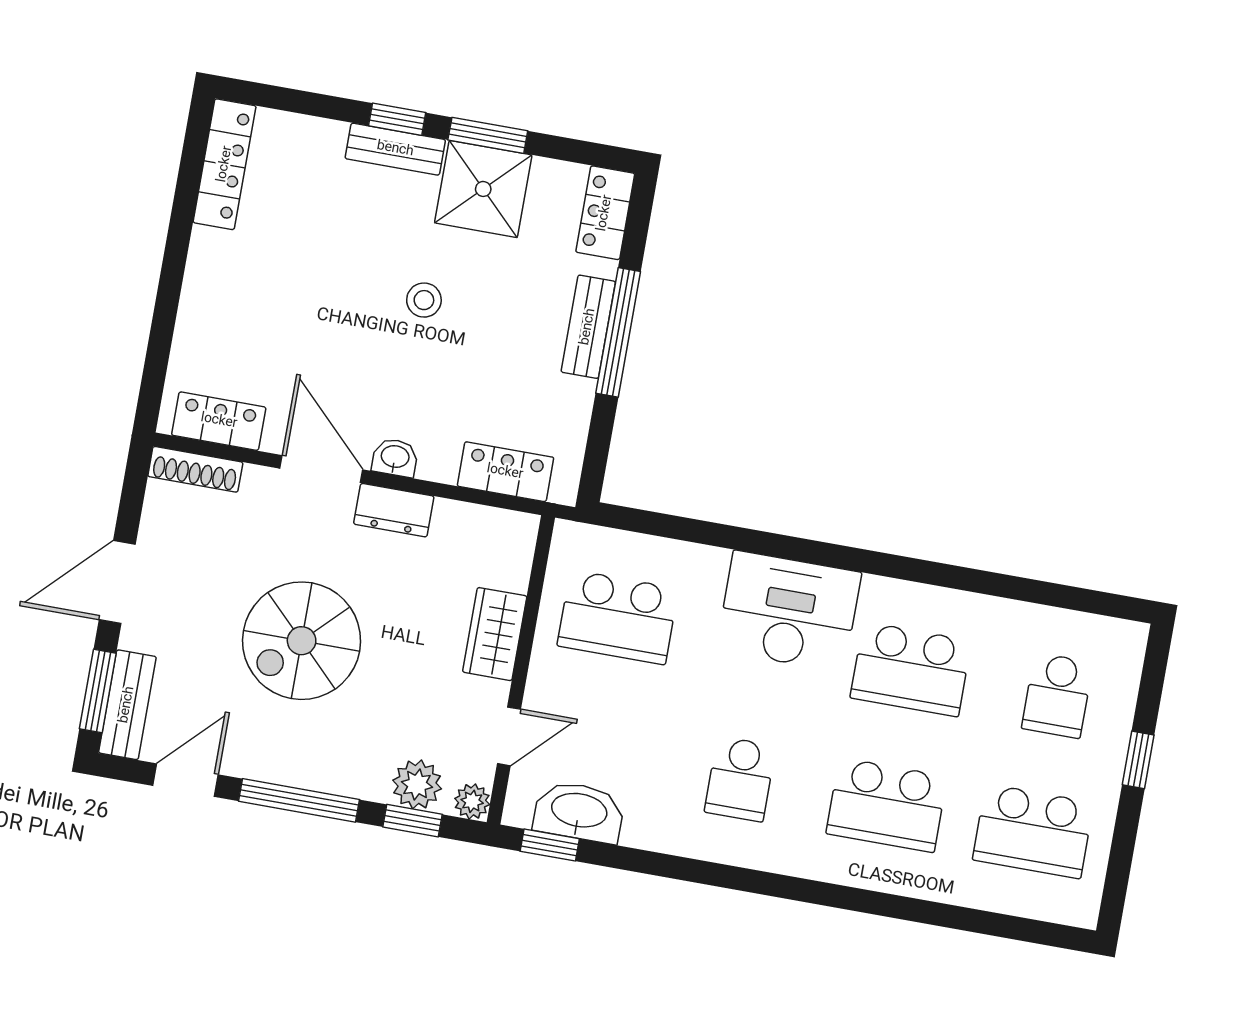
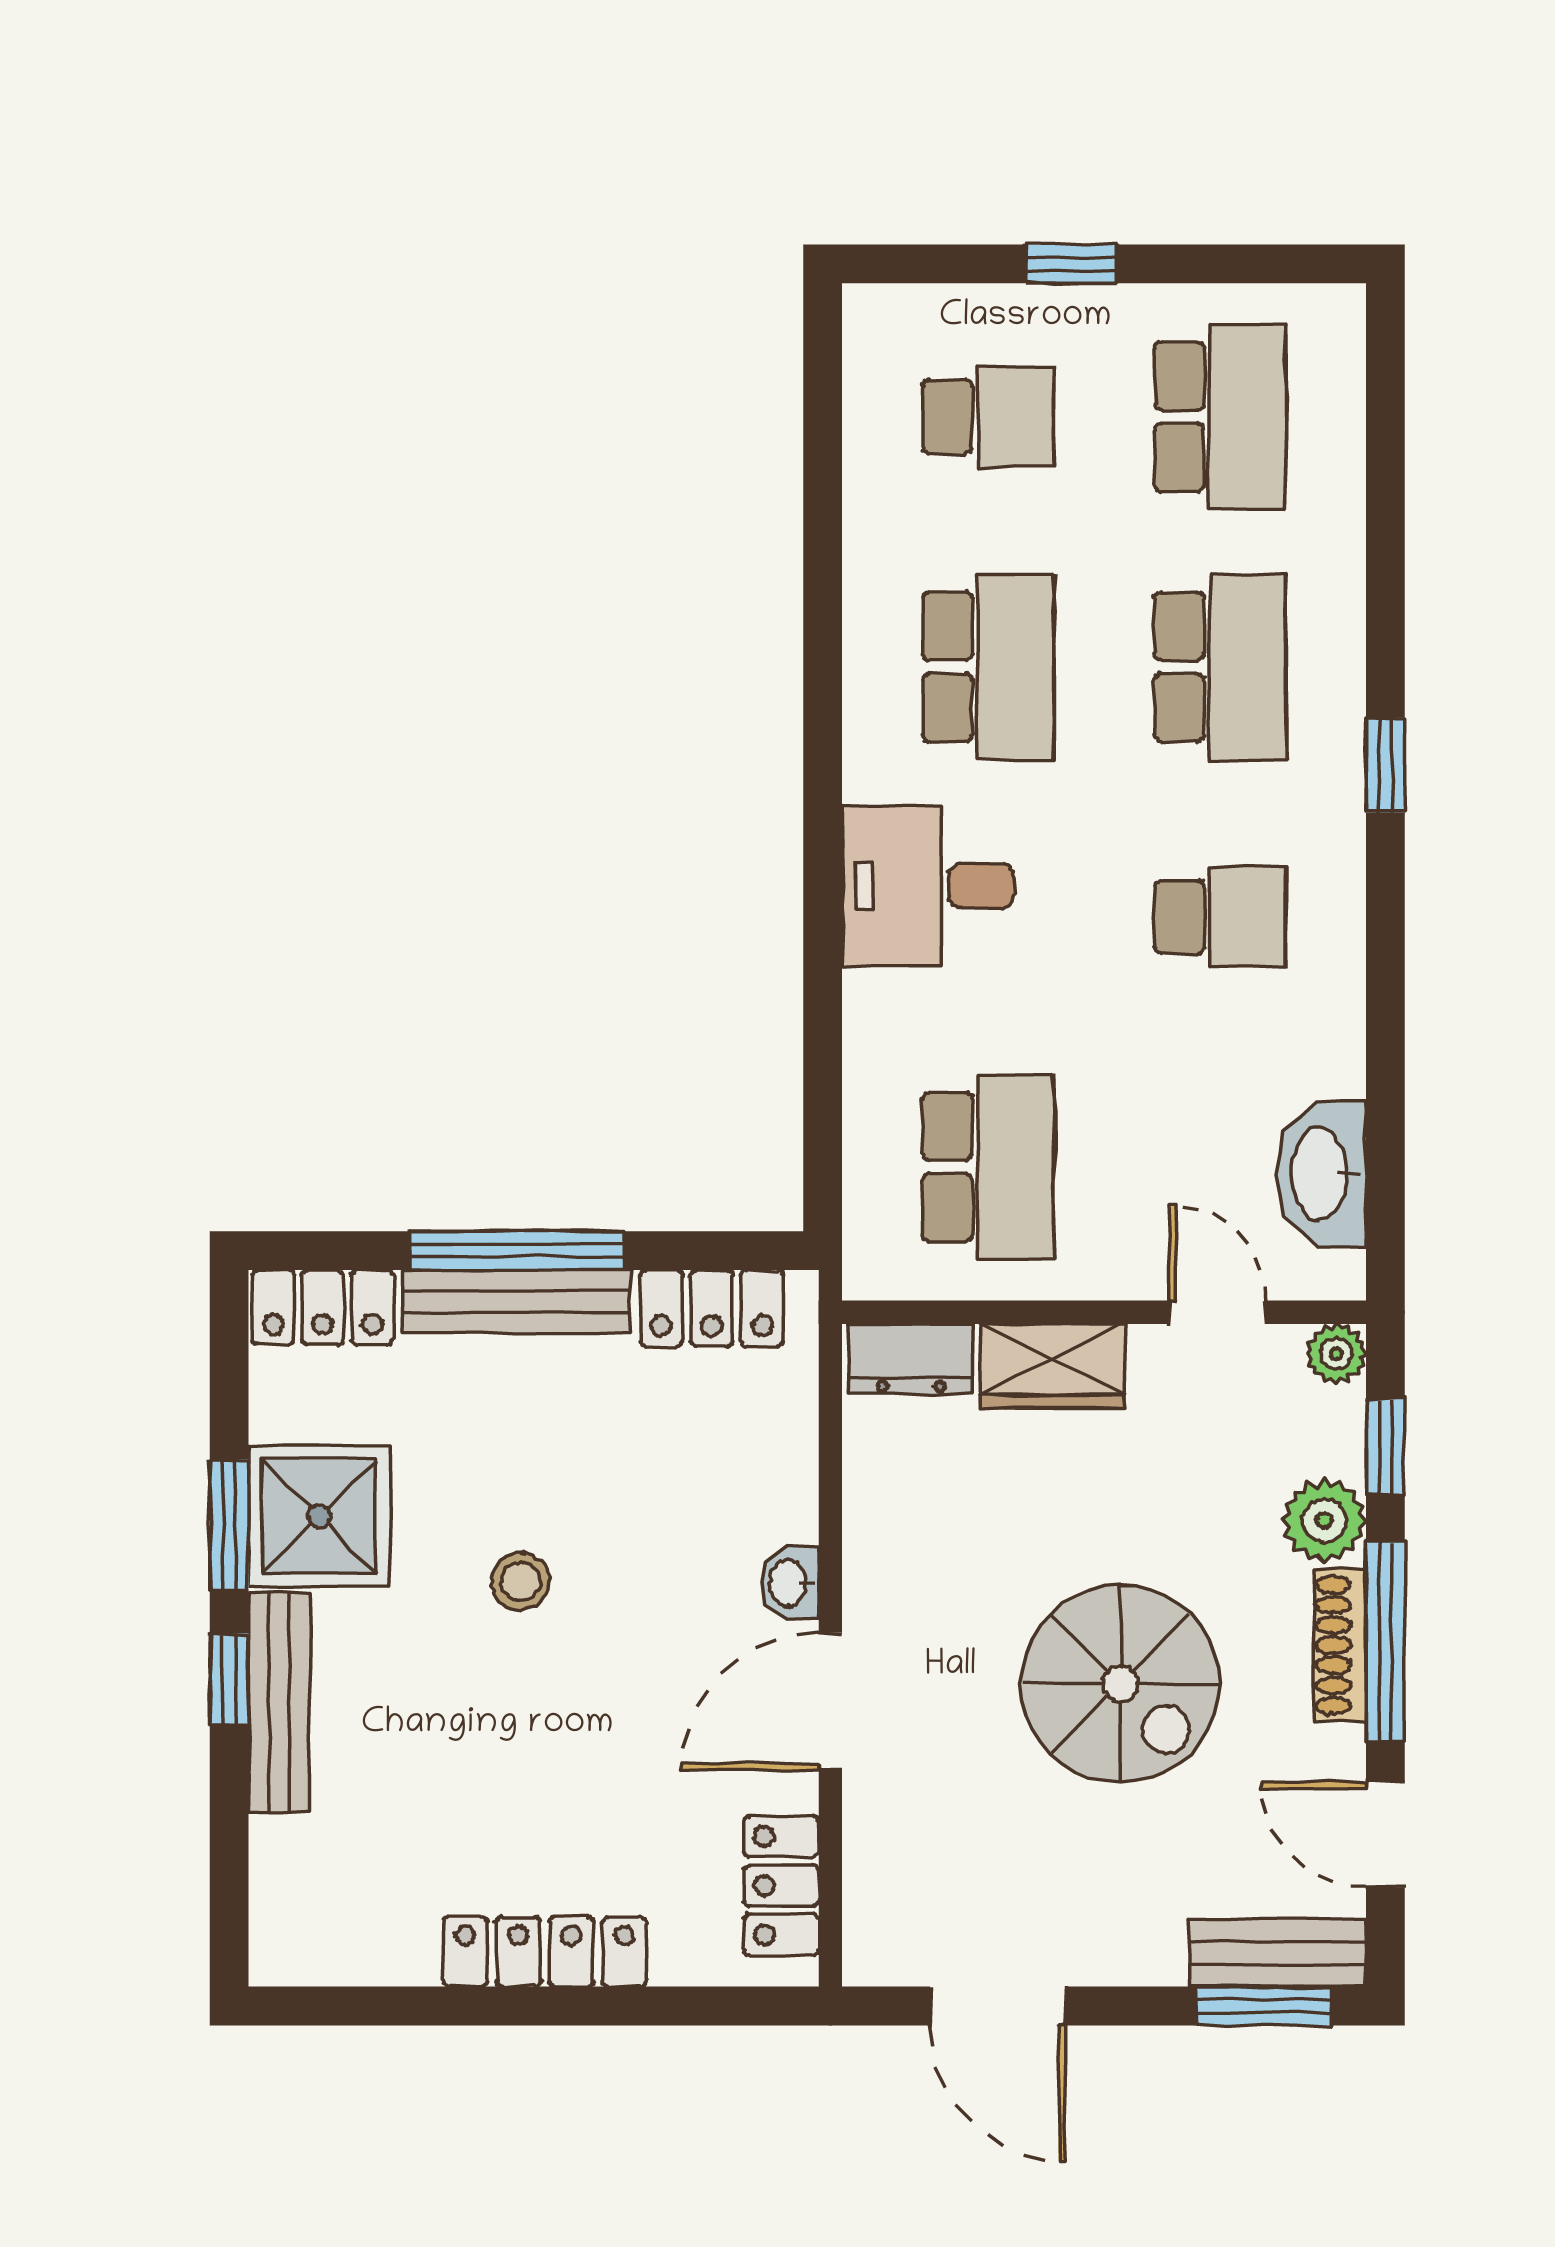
bench: (395, 149) -> (279, 1703), width x1.36
locker: (225, 164) -> (545, 1952), moved
bench: (588, 327) -> (516, 1302), width x1.36
shoe rack: (195, 469) -> (1340, 1645), moved, turned 180
locker: (505, 472) -> (712, 1308), moved, turned -90
dresser: (394, 510) -> (911, 1359), moved, turned 90
door: (117, 582) -> (998, 2006), moved
desk: (789, 611) -> (928, 886), width x0.73
plant: (417, 784) -> (1324, 1521), moved
window: (550, 845) -> (1385, 765), moved

